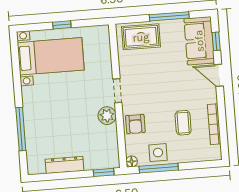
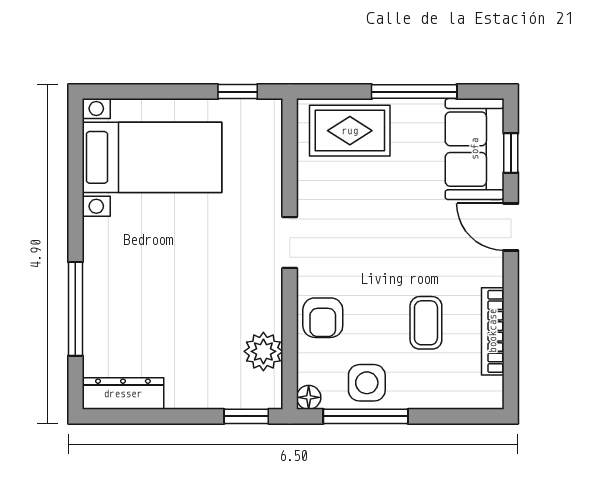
window: (62, 25) -> (238, 92), moved
plant: (107, 116) -> (263, 351), moved
dresser: (65, 165) -> (123, 394), moved

